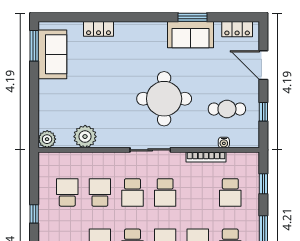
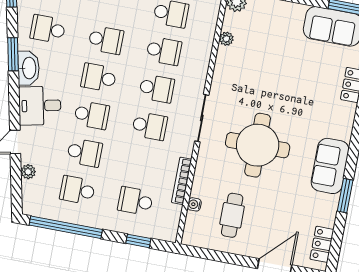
sofa: (191, 35) -> (330, 166), moved
window: (263, 112) -> (221, 257), removed
plant: (85, 137) -> (226, 39), width x0.53, depth x0.53
school desk: (132, 192) -> (157, 88), turned 180
school desk: (165, 192) -> (150, 126), turned 180

